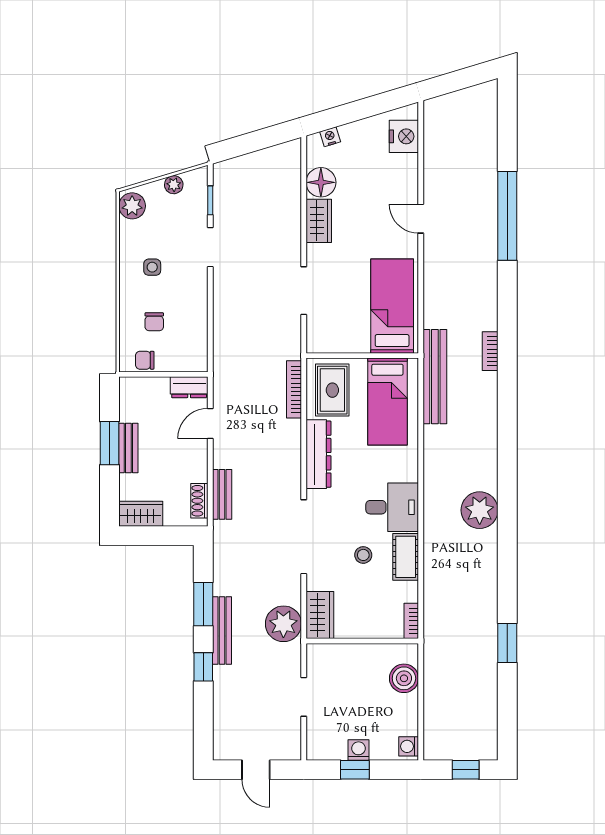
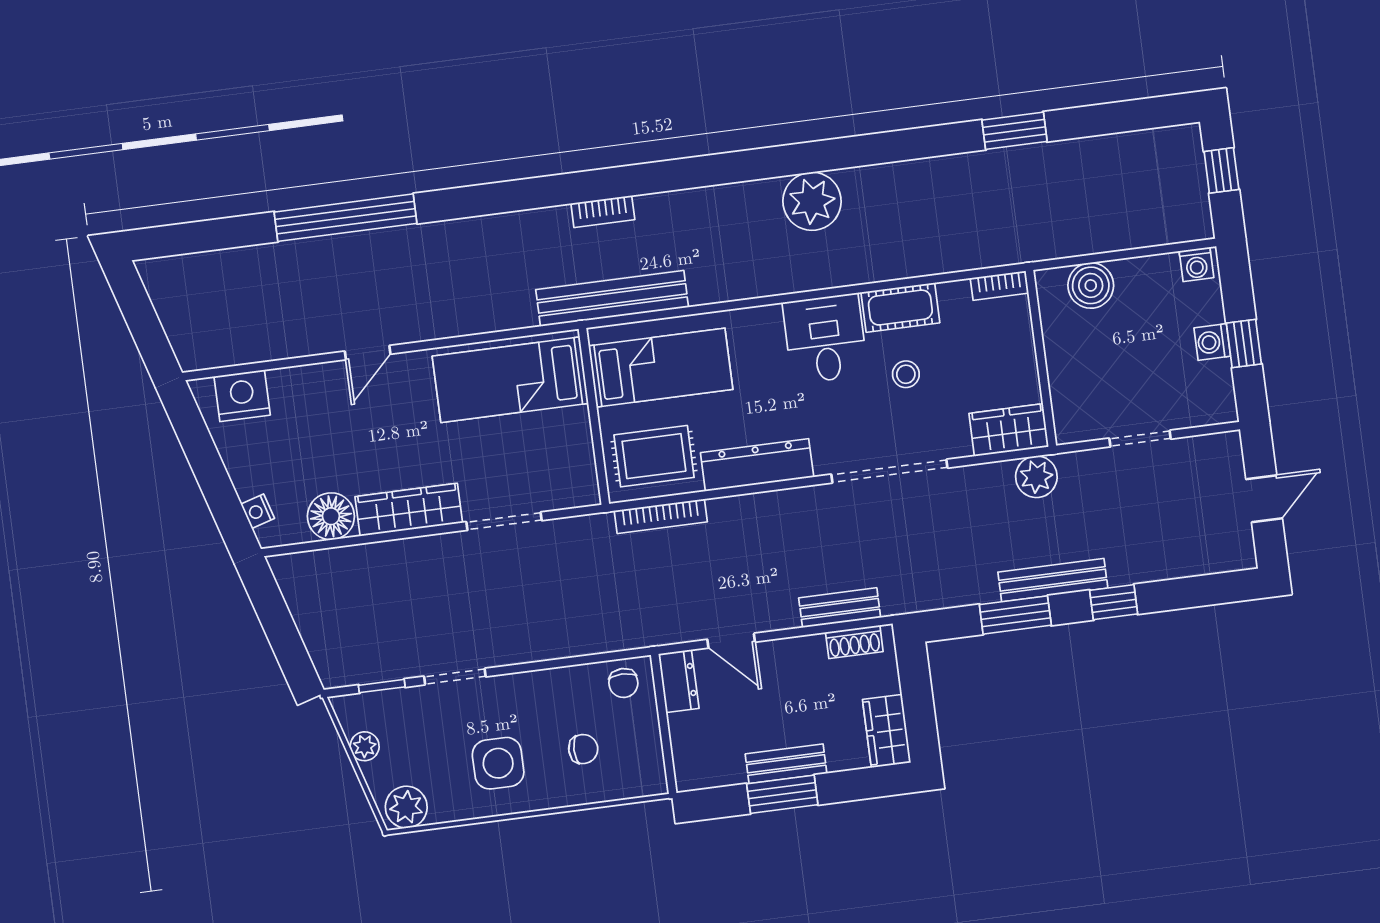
wardrobe: (319, 221) -> (409, 510), width x1.50
side table: (152, 267) -> (498, 763), width x1.87, depth x1.87
bookcase: (490, 351) -> (603, 212), moved
chair: (145, 360) -> (623, 683), moved
plant: (283, 624) -> (1036, 477), width x0.73, depth x0.73

